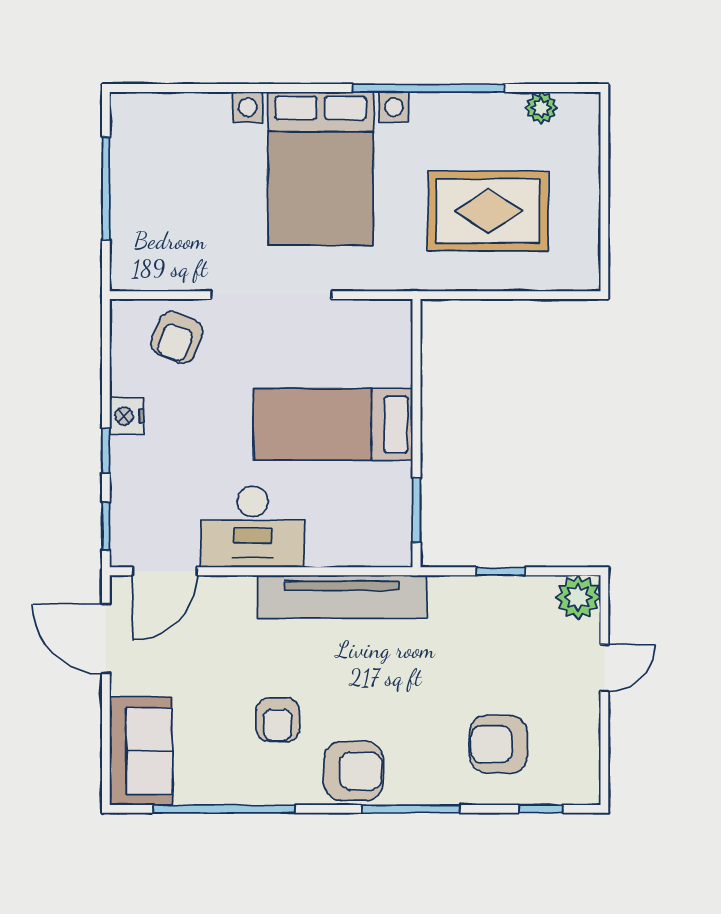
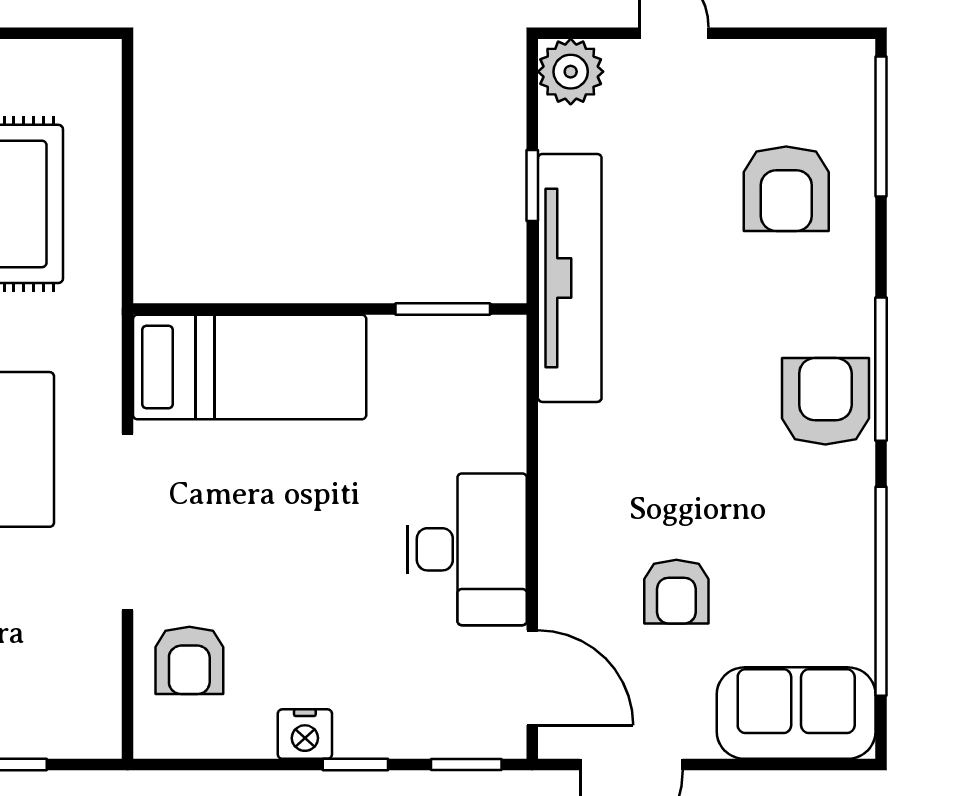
armchair: (177, 337) -> (189, 660), turned 68
bed: (333, 424) -> (250, 367), moved, turned -90
tv unit: (342, 597) -> (570, 278), moved
armchair: (278, 720) -> (676, 592), moved, turned 90
window: (411, 809) -> (881, 369), moved
window: (541, 809) -> (881, 126), width x2.17

